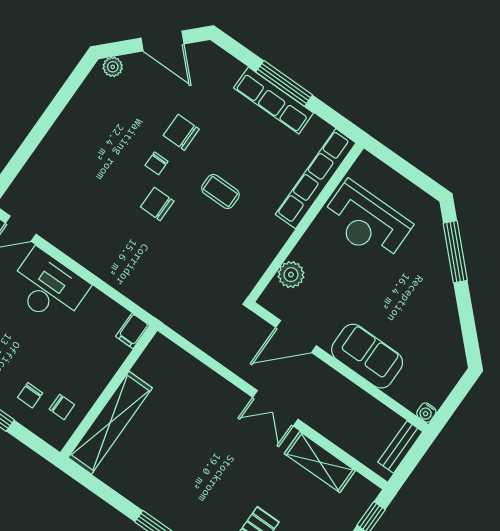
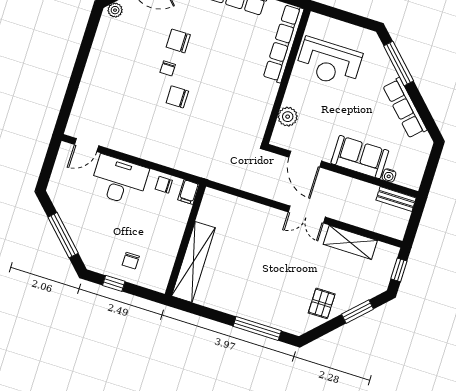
coffee table: (220, 191) -> (219, 74), removed
row of seats: (445, 312) -> (405, 108), added
door: (296, 336) -> (305, 159), hinge flipped
chair: (62, 407) -> (164, 185), moved, turned 180
water cooler: (426, 413) -> (389, 175), moved
bench: (400, 447) -> (396, 199), moved, turned 90

